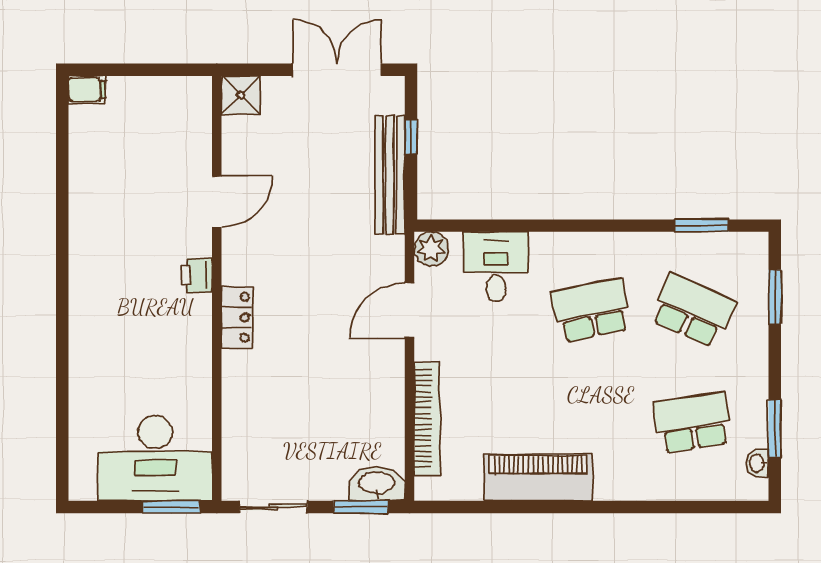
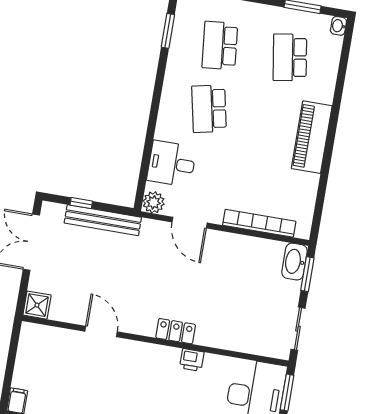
printer: (197, 275) -> (192, 360), moved
school desk: (693, 310) -> (220, 45), turned -30
washbasin: (757, 463) -> (338, 26), moved, turned 90
piano: (538, 477) -> (312, 137), moved

